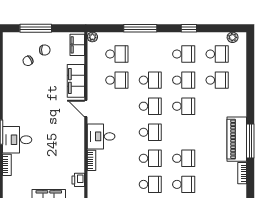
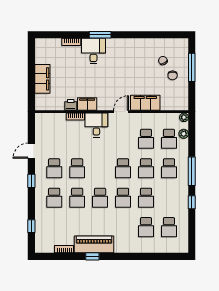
window: (140, 28) -> (192, 171), moved
plant: (233, 37) -> (184, 134), moved
filing cabinet: (77, 45) -> (87, 104), moved
school desk: (184, 54) -> (169, 168), moved
school desk: (150, 132) -> (100, 198), moved
window: (250, 141) -> (92, 256), width x0.46
printer: (78, 180) -> (71, 105), moved

